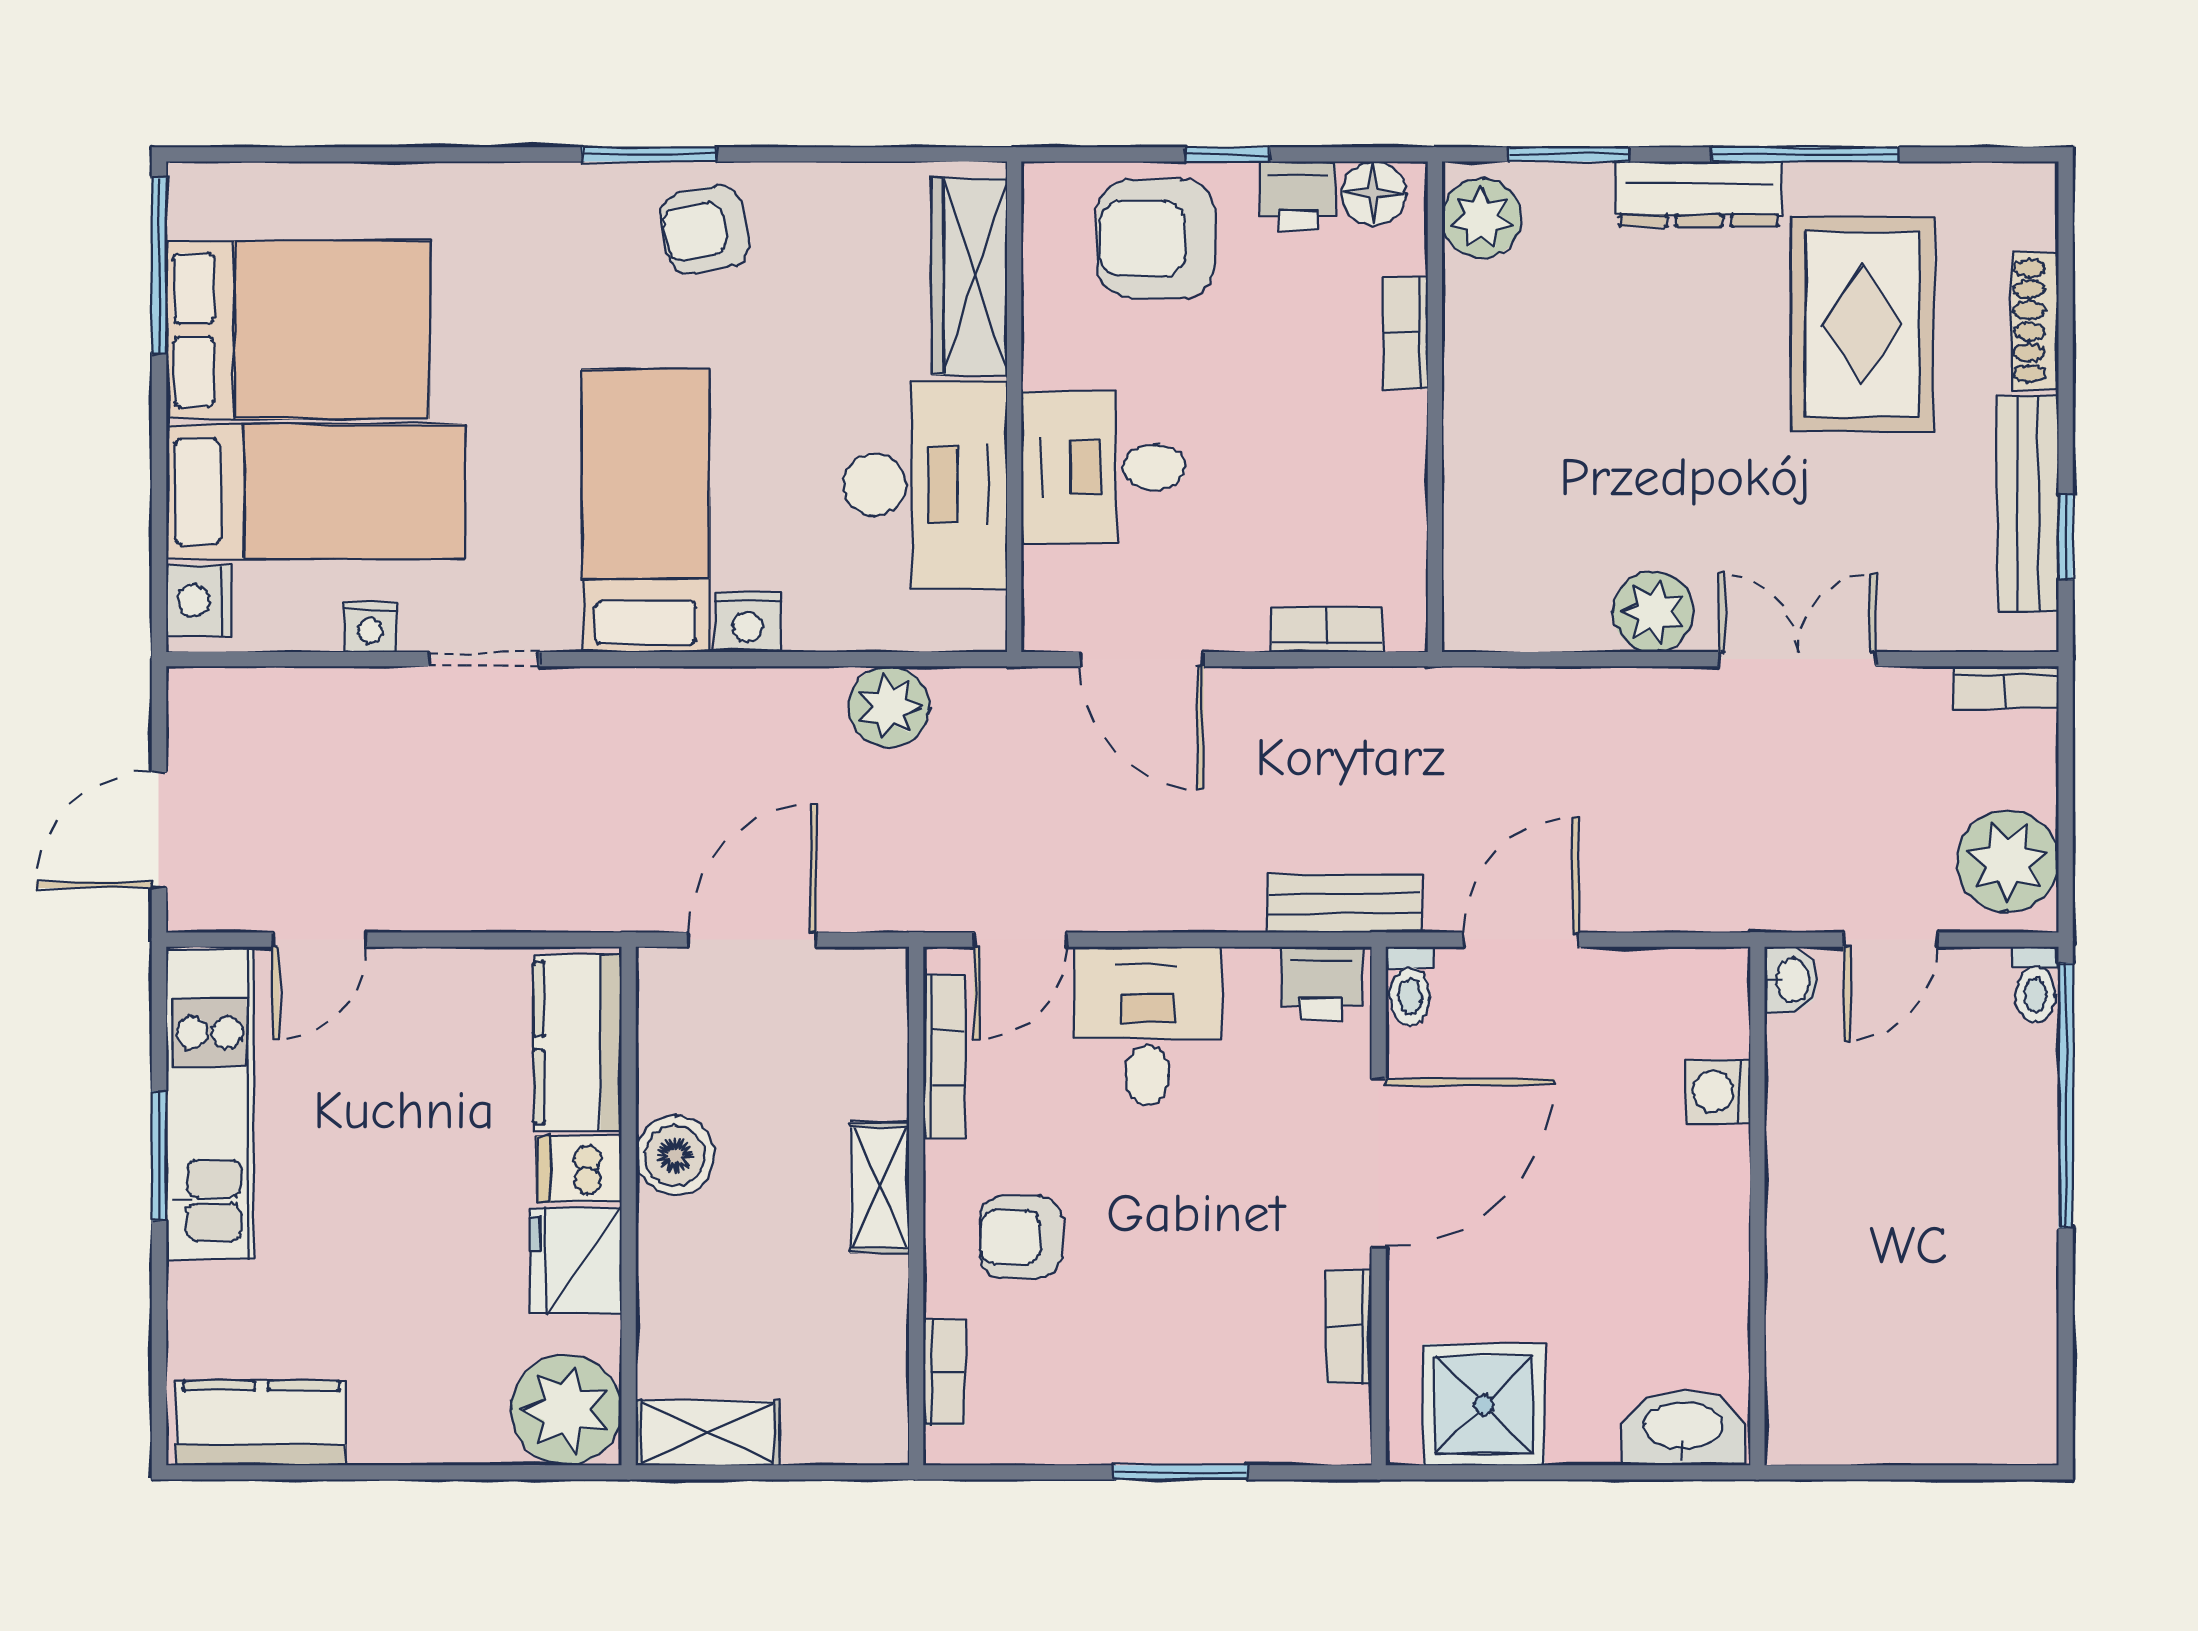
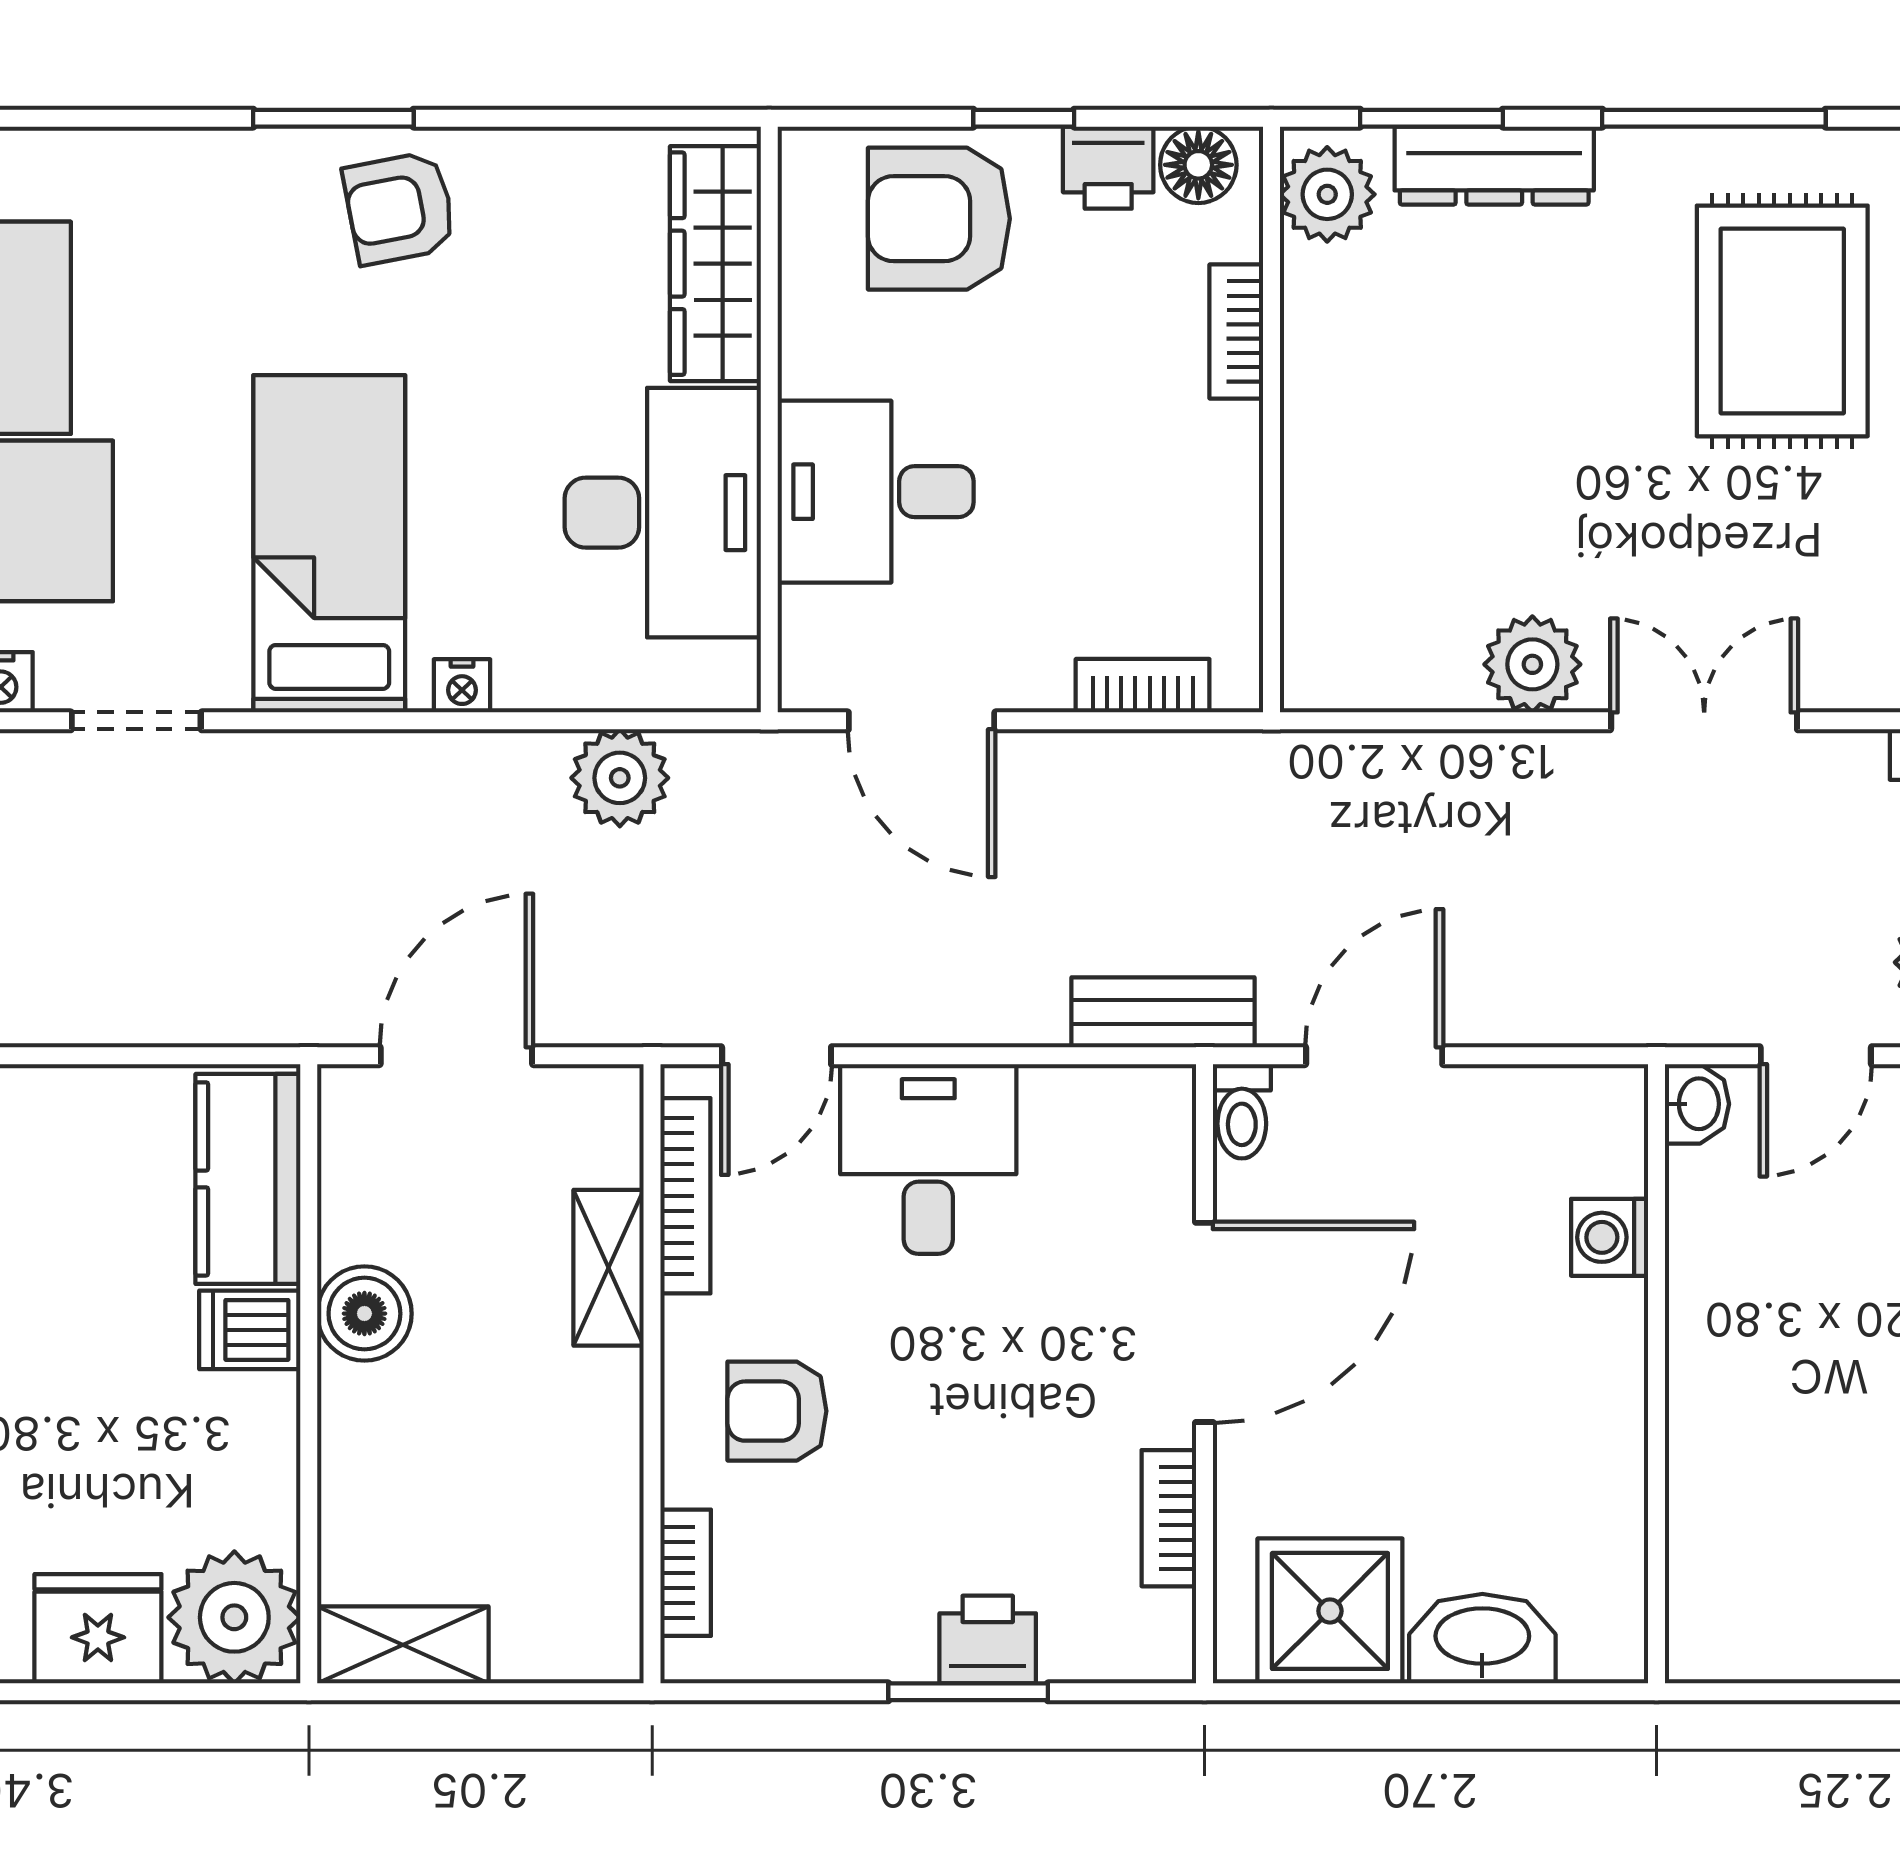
dresser: (1699, 194) -> (1494, 166), moved
nightstand: (748, 622) -> (462, 686), width x0.72, depth x0.74
printer: (1322, 983) -> (988, 1640), moved, turned 180
shelving: (880, 1187) -> (609, 1268), moved
fridge: (576, 1261) -> (98, 1629), moved, turned 90
washbasin: (1684, 1428) -> (1482, 1639), moved

